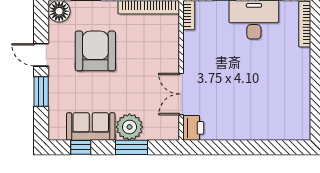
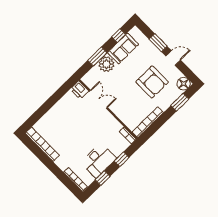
bookcase: (303, 106) -> (42, 144), added

